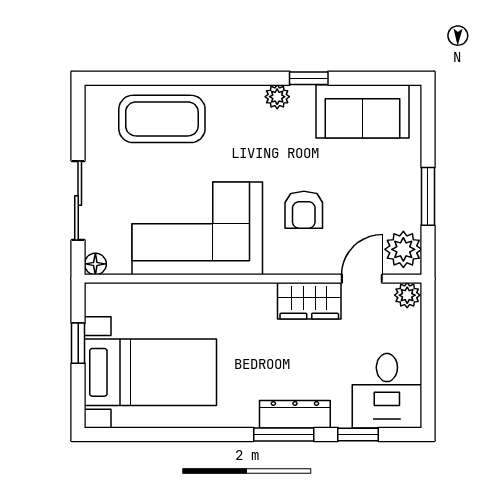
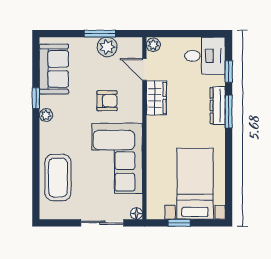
plant: (403, 249) -> (107, 47), moved

